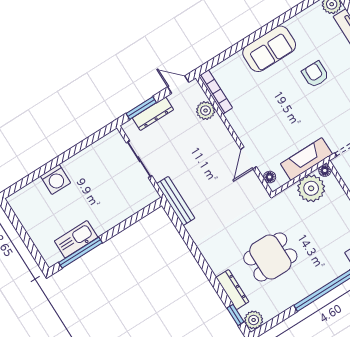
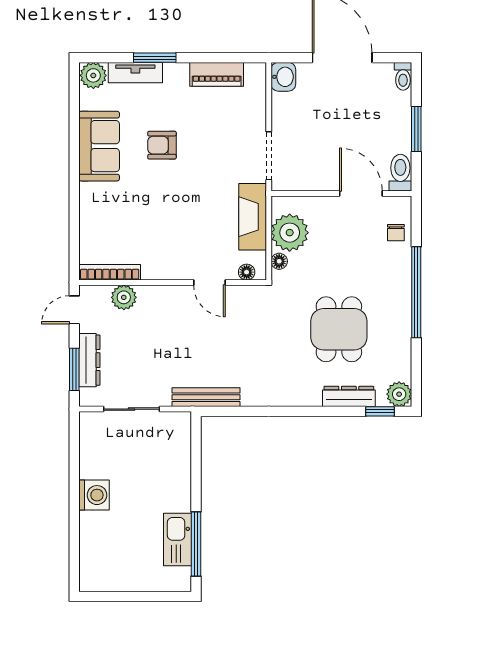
sofa: (269, 49) -> (99, 146), moved
floor lamp: (325, 170) -> (279, 261), moved
washing machine: (55, 179) -> (94, 495), moved

